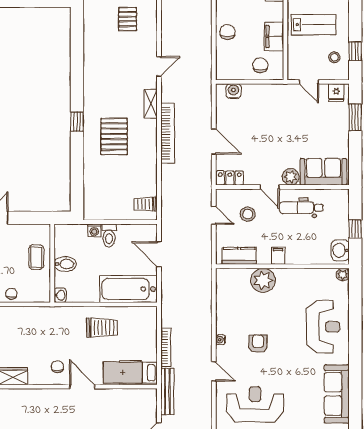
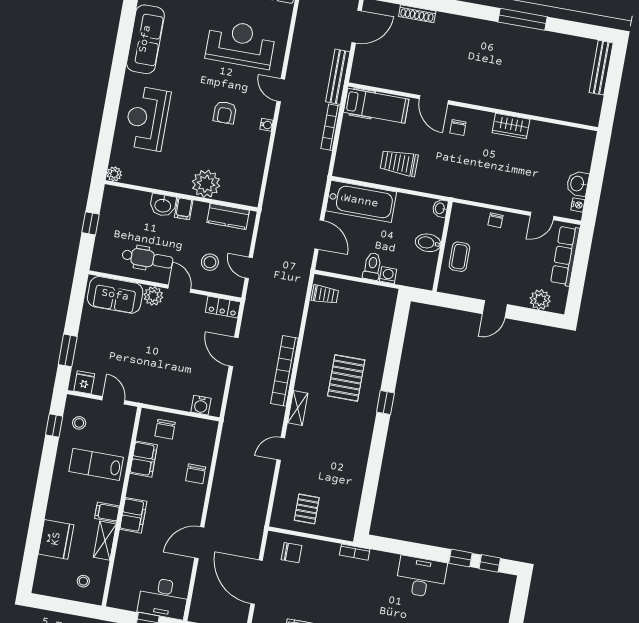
washbasin: (340, 250) -> (163, 205), moved, turned 90
reception desk: (255, 405) -> (241, 44), turned 180

